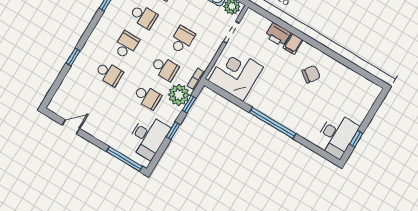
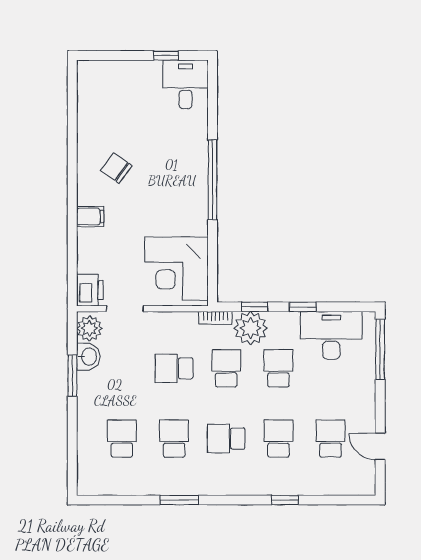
printer: (278, 34) -> (90, 290), moved
school desk: (92, 102) -> (331, 439), added
desk: (337, 135) -> (186, 84), width x0.73

